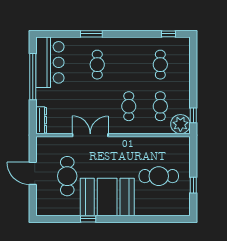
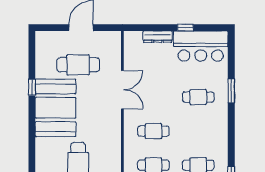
window: (33, 77) -> (185, 28), width x0.32
dresser: (41, 120) -> (158, 37), moved

